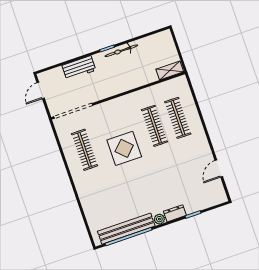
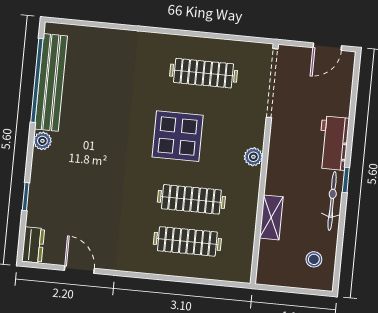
stool: (157, 46) -> (314, 259), added
workbench: (79, 68) -> (333, 143), moved
shelving: (170, 71) -> (271, 217), moved
door: (41, 90) -> (327, 47), swing flipped
plant: (117, 103) -> (253, 157), added
dresser: (175, 213) -> (33, 245), moved

